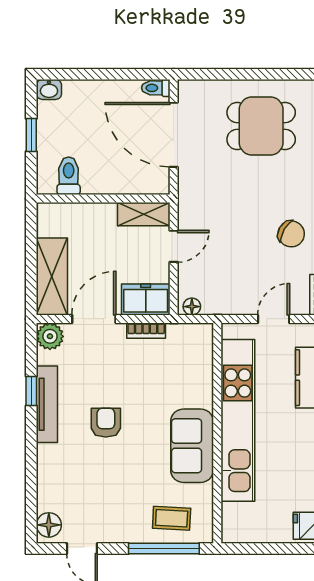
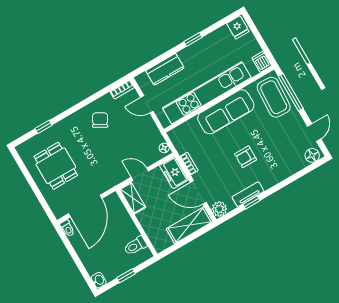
tv unit: (47, 404) -> (248, 194), width x0.71
sofa: (192, 446) -> (226, 112), width x1.36
coffee table: (172, 518) -> (274, 97), width x1.86, depth x1.72
dishwasher: (236, 532) -> (262, 62), added

